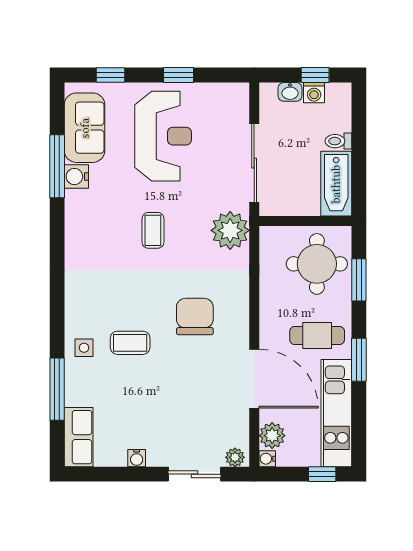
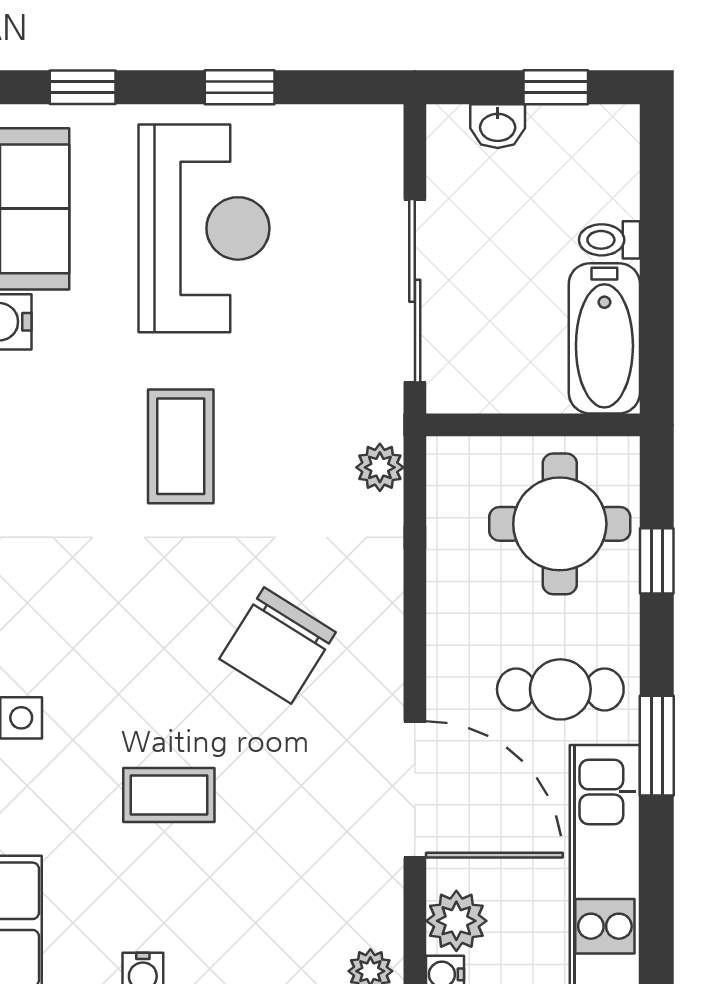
washing machine: (314, 93) -> (553, 128), removed
coffee table: (153, 230) -> (181, 446), width x1.36, depth x1.30
plant: (230, 230) -> (380, 467), width x0.53, depth x0.53
window: (359, 280) -> (657, 561), width x0.67
chair: (195, 316) -> (278, 646), turned -148
coffee table: (130, 343) -> (169, 795), moved

